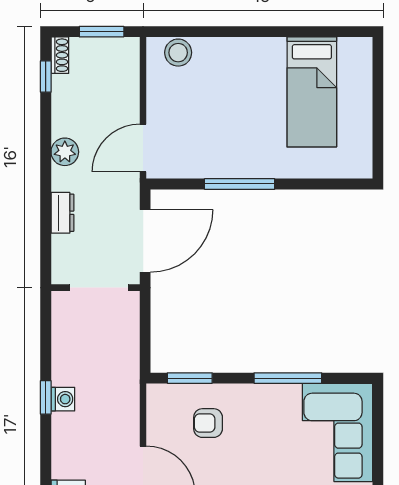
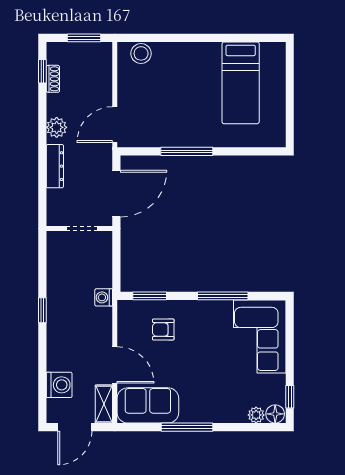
shoe rack: (60, 55) -> (53, 79), moved
dresser: (62, 213) -> (55, 166), width x1.44
doorway: (99, 288) -> (82, 229), width x0.73
washing machine: (63, 399) -> (104, 297), moved, turned 180

